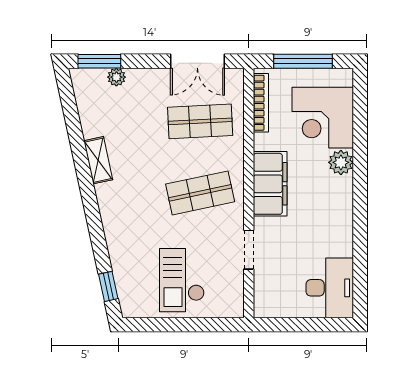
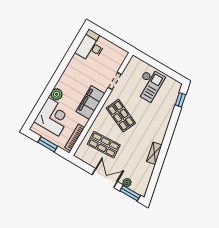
double door: (197, 61) -> (105, 178), moved
window: (303, 61) -> (48, 144), width x0.69
shop shelf: (200, 193) -> (121, 116), turned 36

